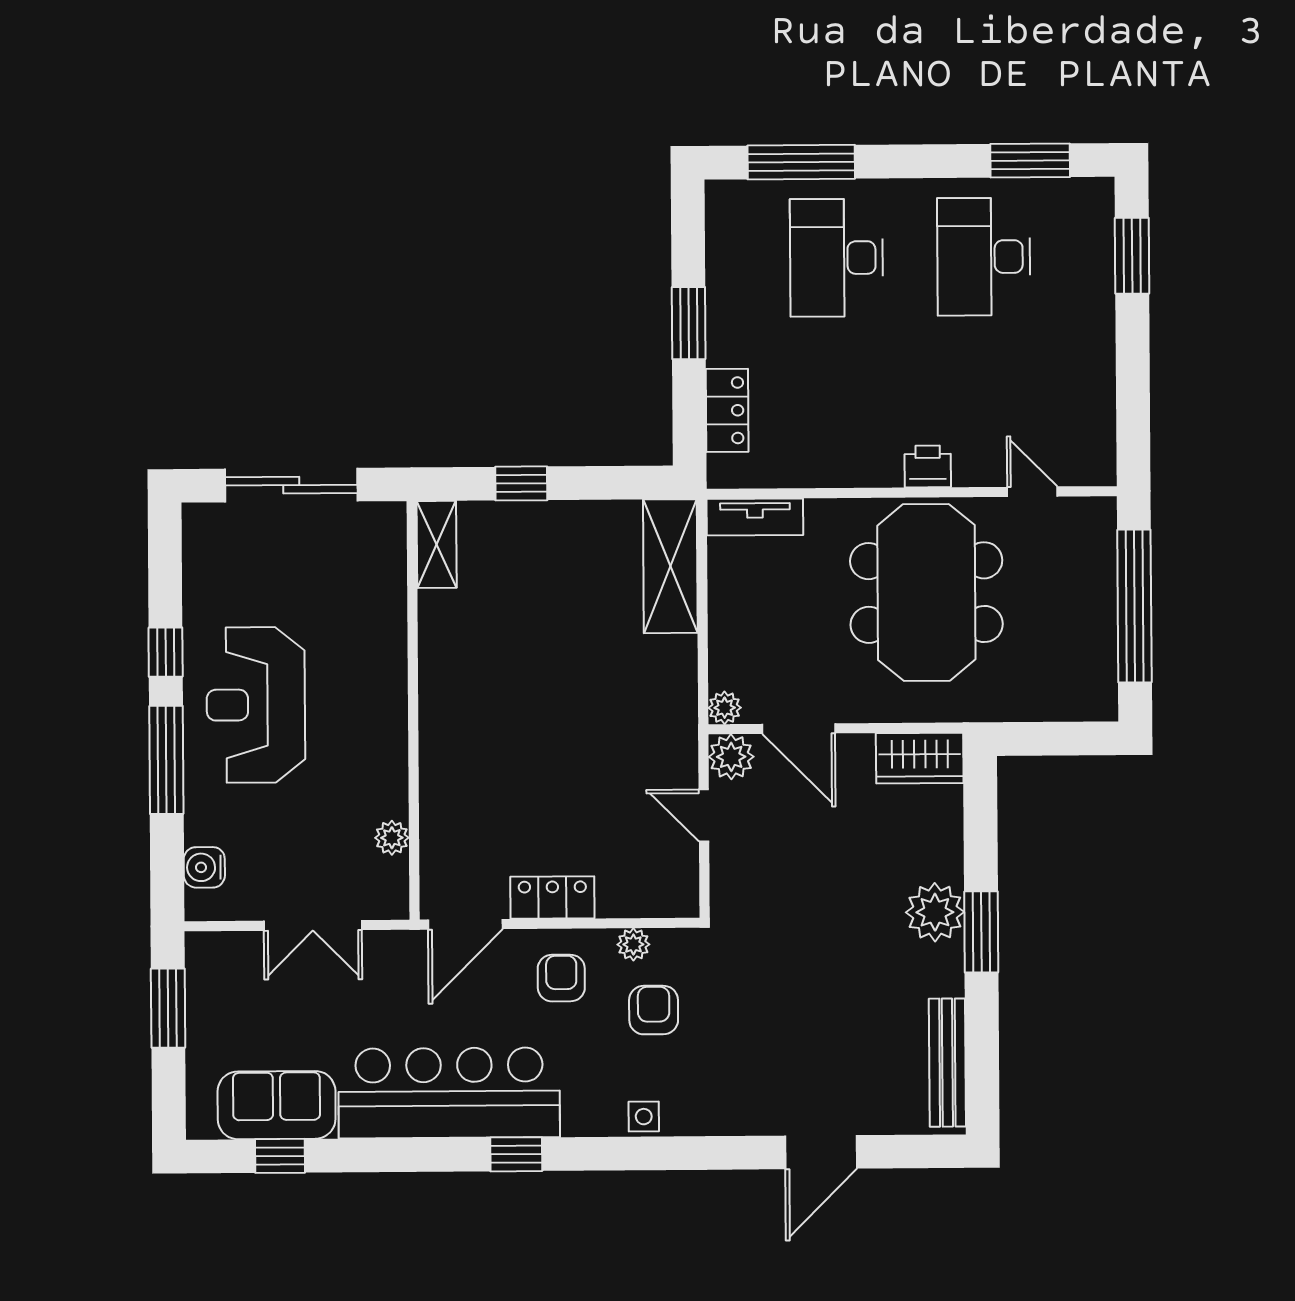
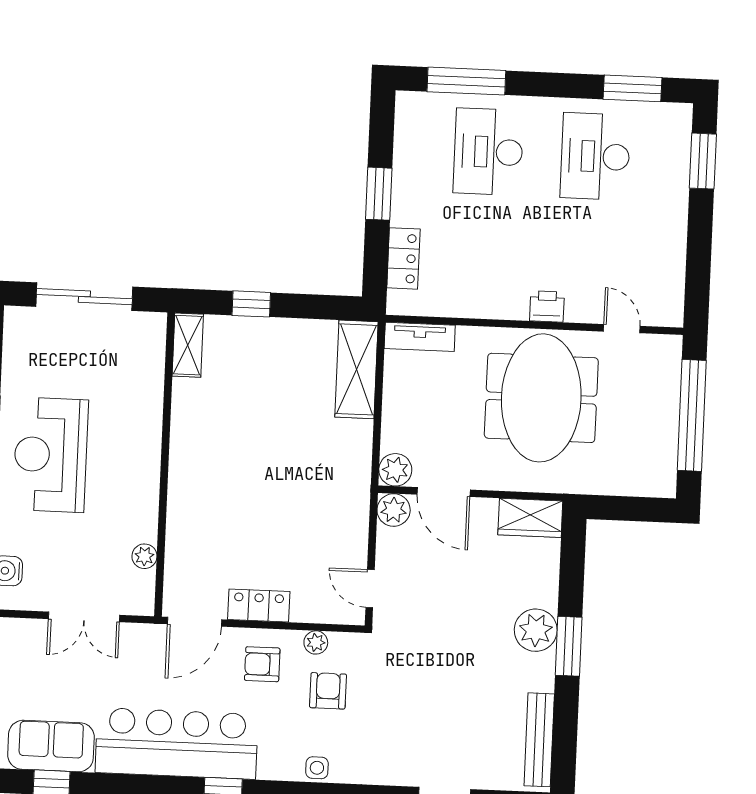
plant: (725, 708) -> (395, 470), width x1.38, depth x1.38
door: (704, 816) -> (370, 589), moved
armchair: (561, 978) -> (262, 664), turned -90

